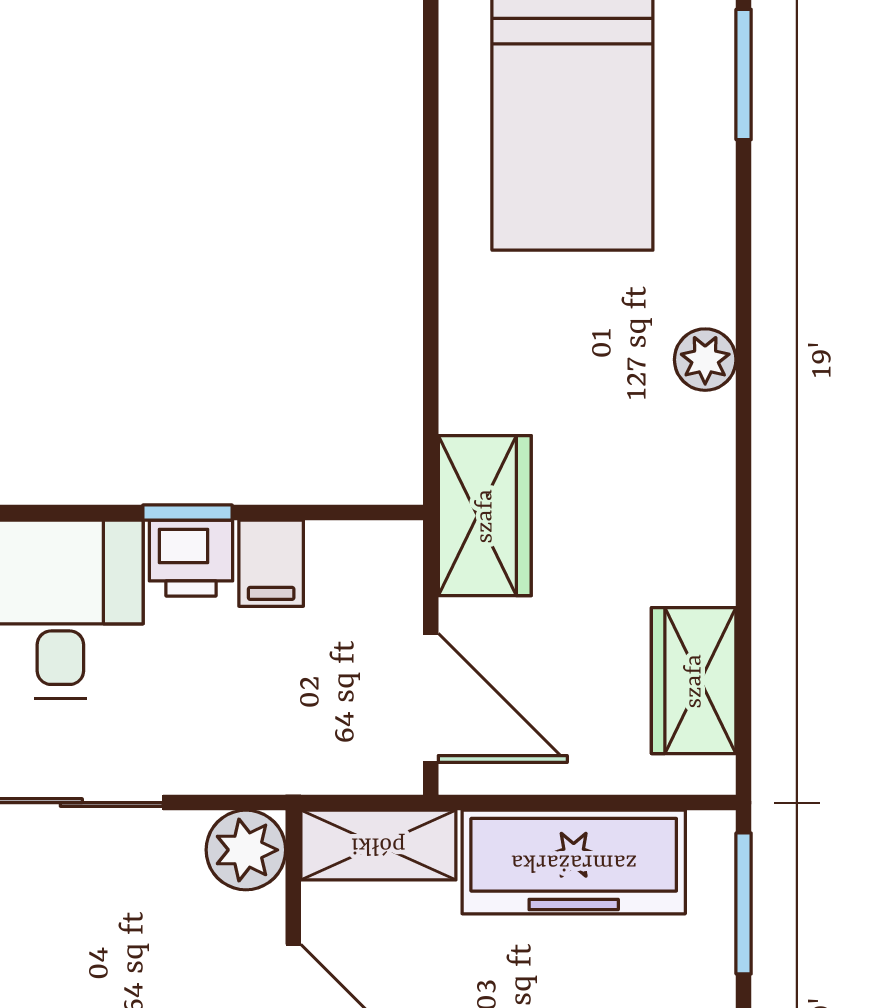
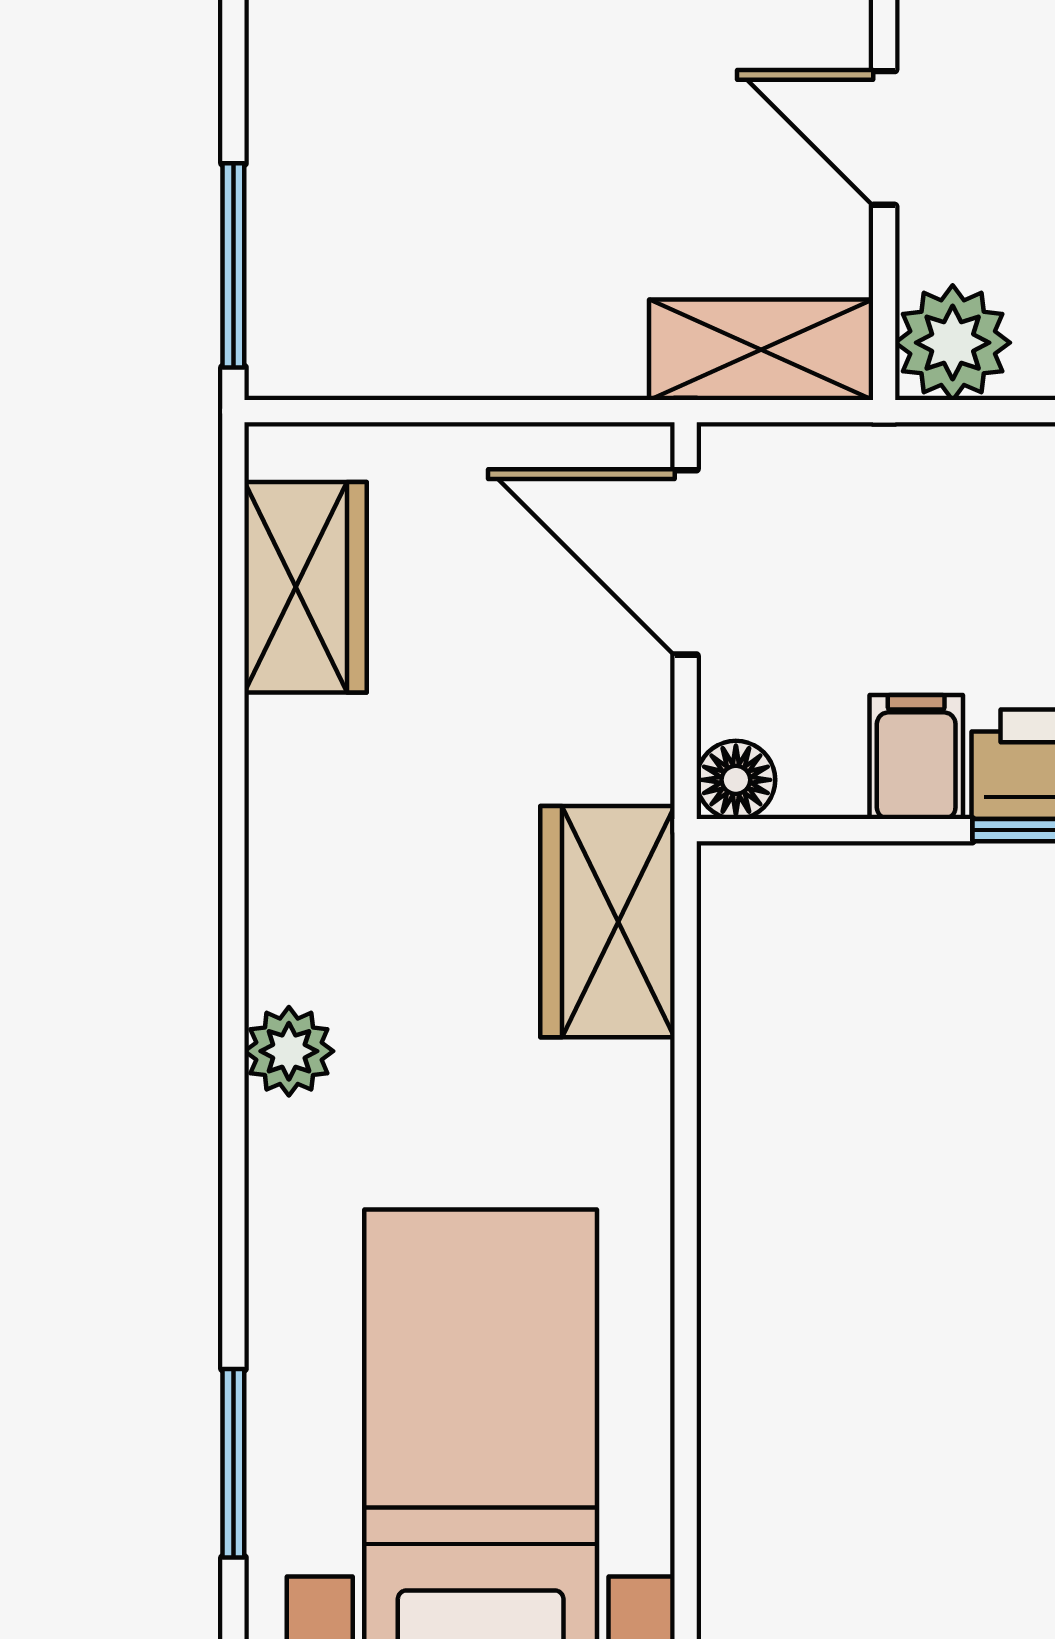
wardrobe: (485, 516) -> (607, 922), moved
floor lamp: (396, 547) -> (736, 780), added
freezer: (574, 862) -> (479, 325), removed

